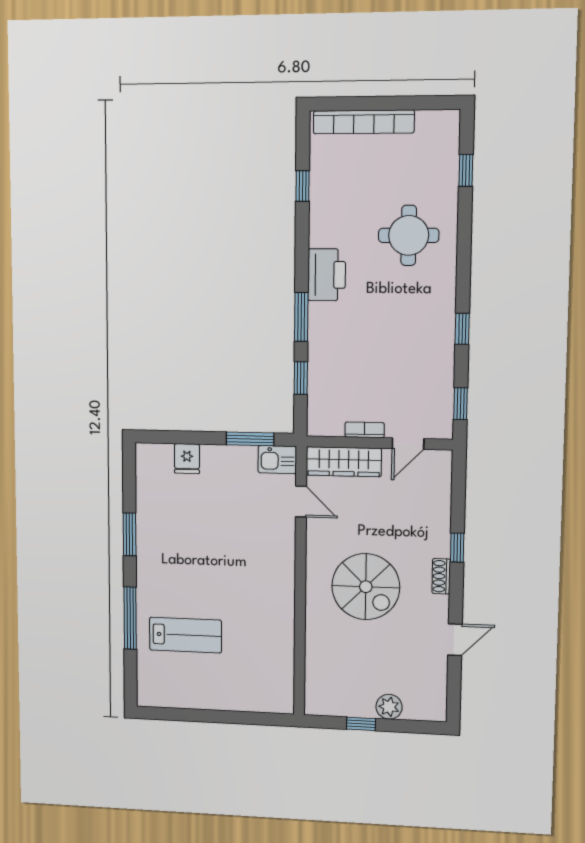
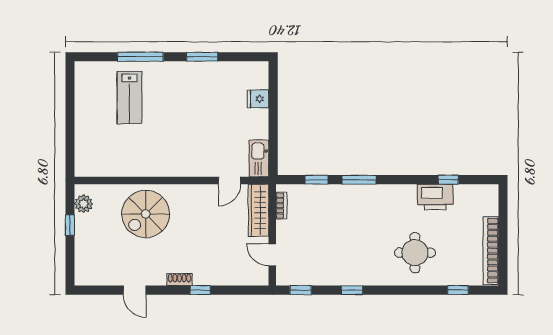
bookcase: (364, 122) -> (491, 251), moved
printer: (327, 275) -> (435, 197), moved
bookcase: (365, 430) -> (281, 206), moved
window: (250, 439) -> (273, 144), removed
kitchen sink: (277, 460) -> (259, 158), width x1.38
spiral stairs: (366, 587) -> (146, 214), moved
plant: (389, 707) -> (84, 204), moved

